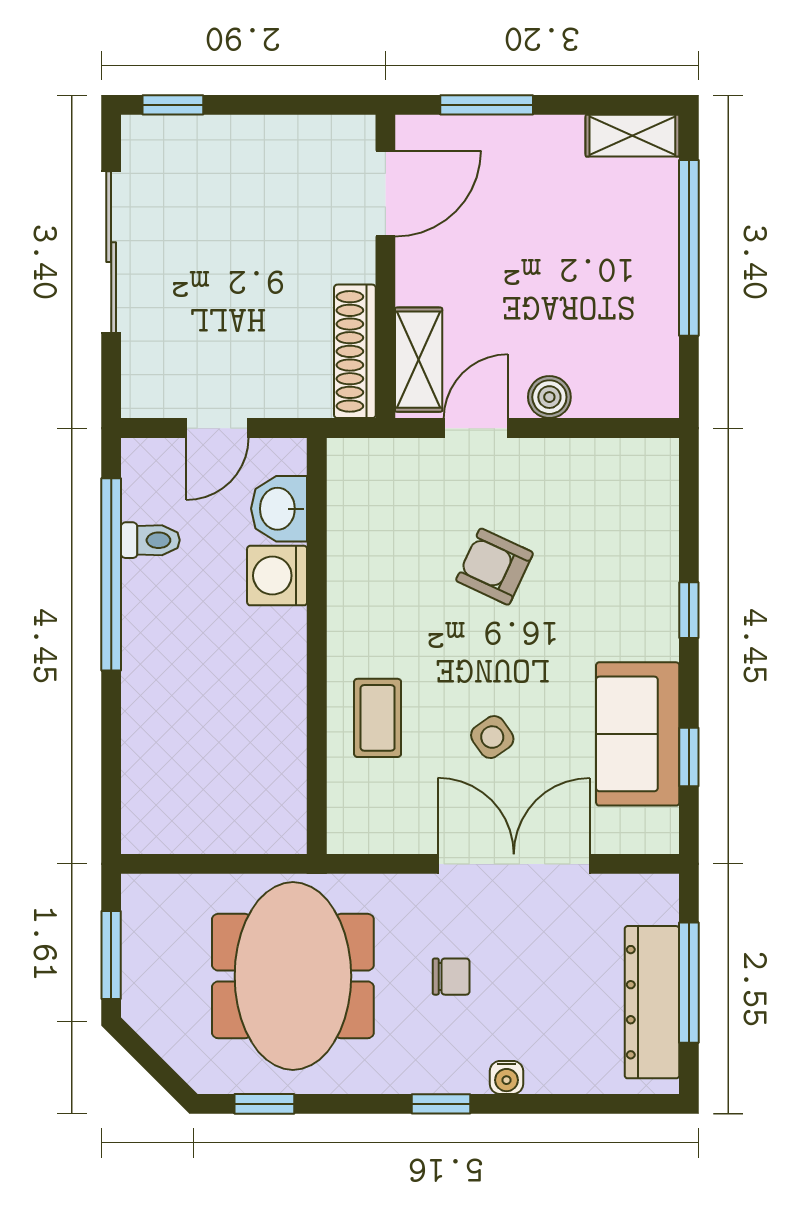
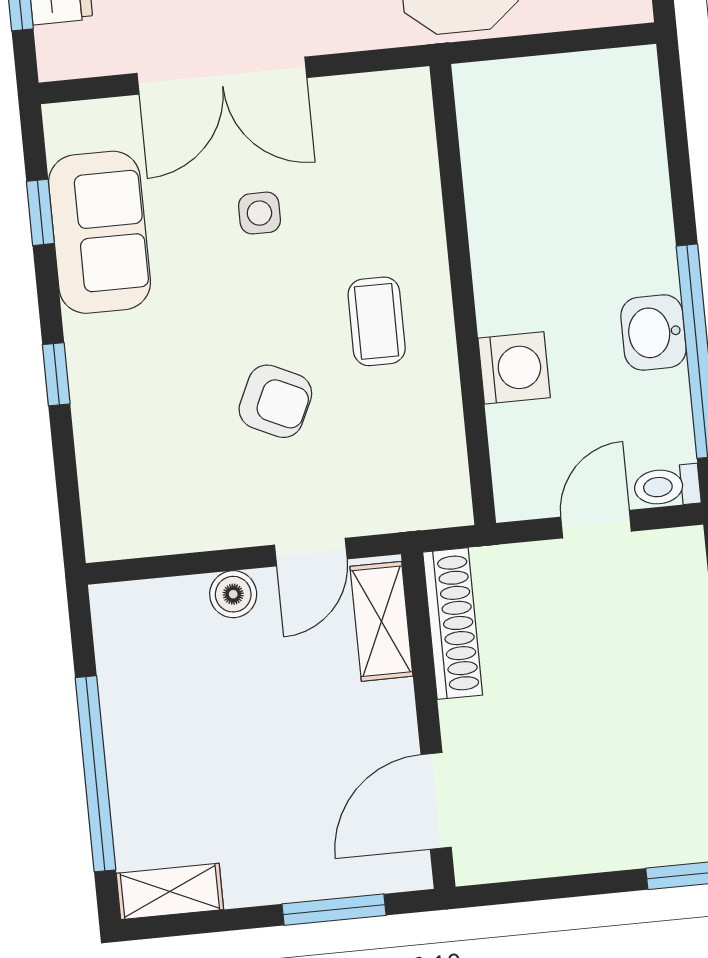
washbasin: (279, 509) -> (654, 332), moved, turned 180
toilet: (150, 540) -> (667, 486), moved
coffee table: (378, 718) -> (377, 321), moved
side table: (492, 737) -> (259, 213), turned 35

